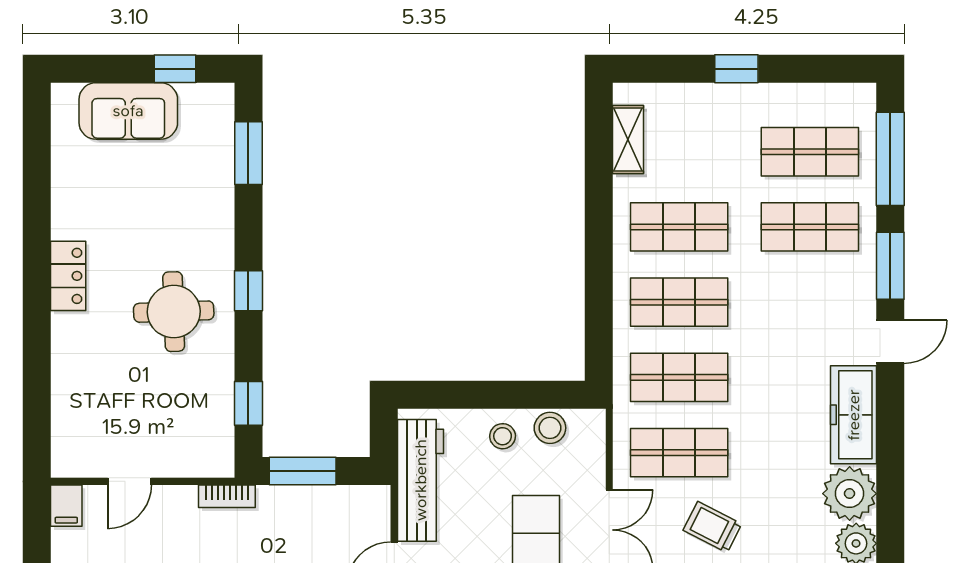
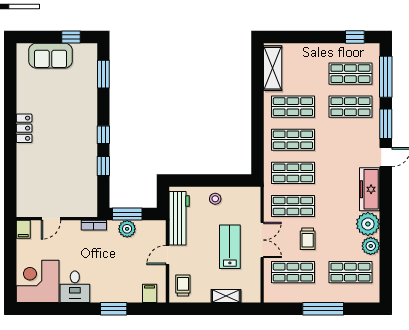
window: (736, 69) -> (355, 37), moved
shelving: (628, 140) -> (273, 68), width x1.50, depth x1.33
round table: (174, 312) -> (70, 144), removed
window: (248, 403) -> (103, 166), moved
stool: (550, 428) -> (236, 195), removed
plant: (302, 504) -> (127, 229), added
trolley: (712, 527) -> (308, 239), turned -117

